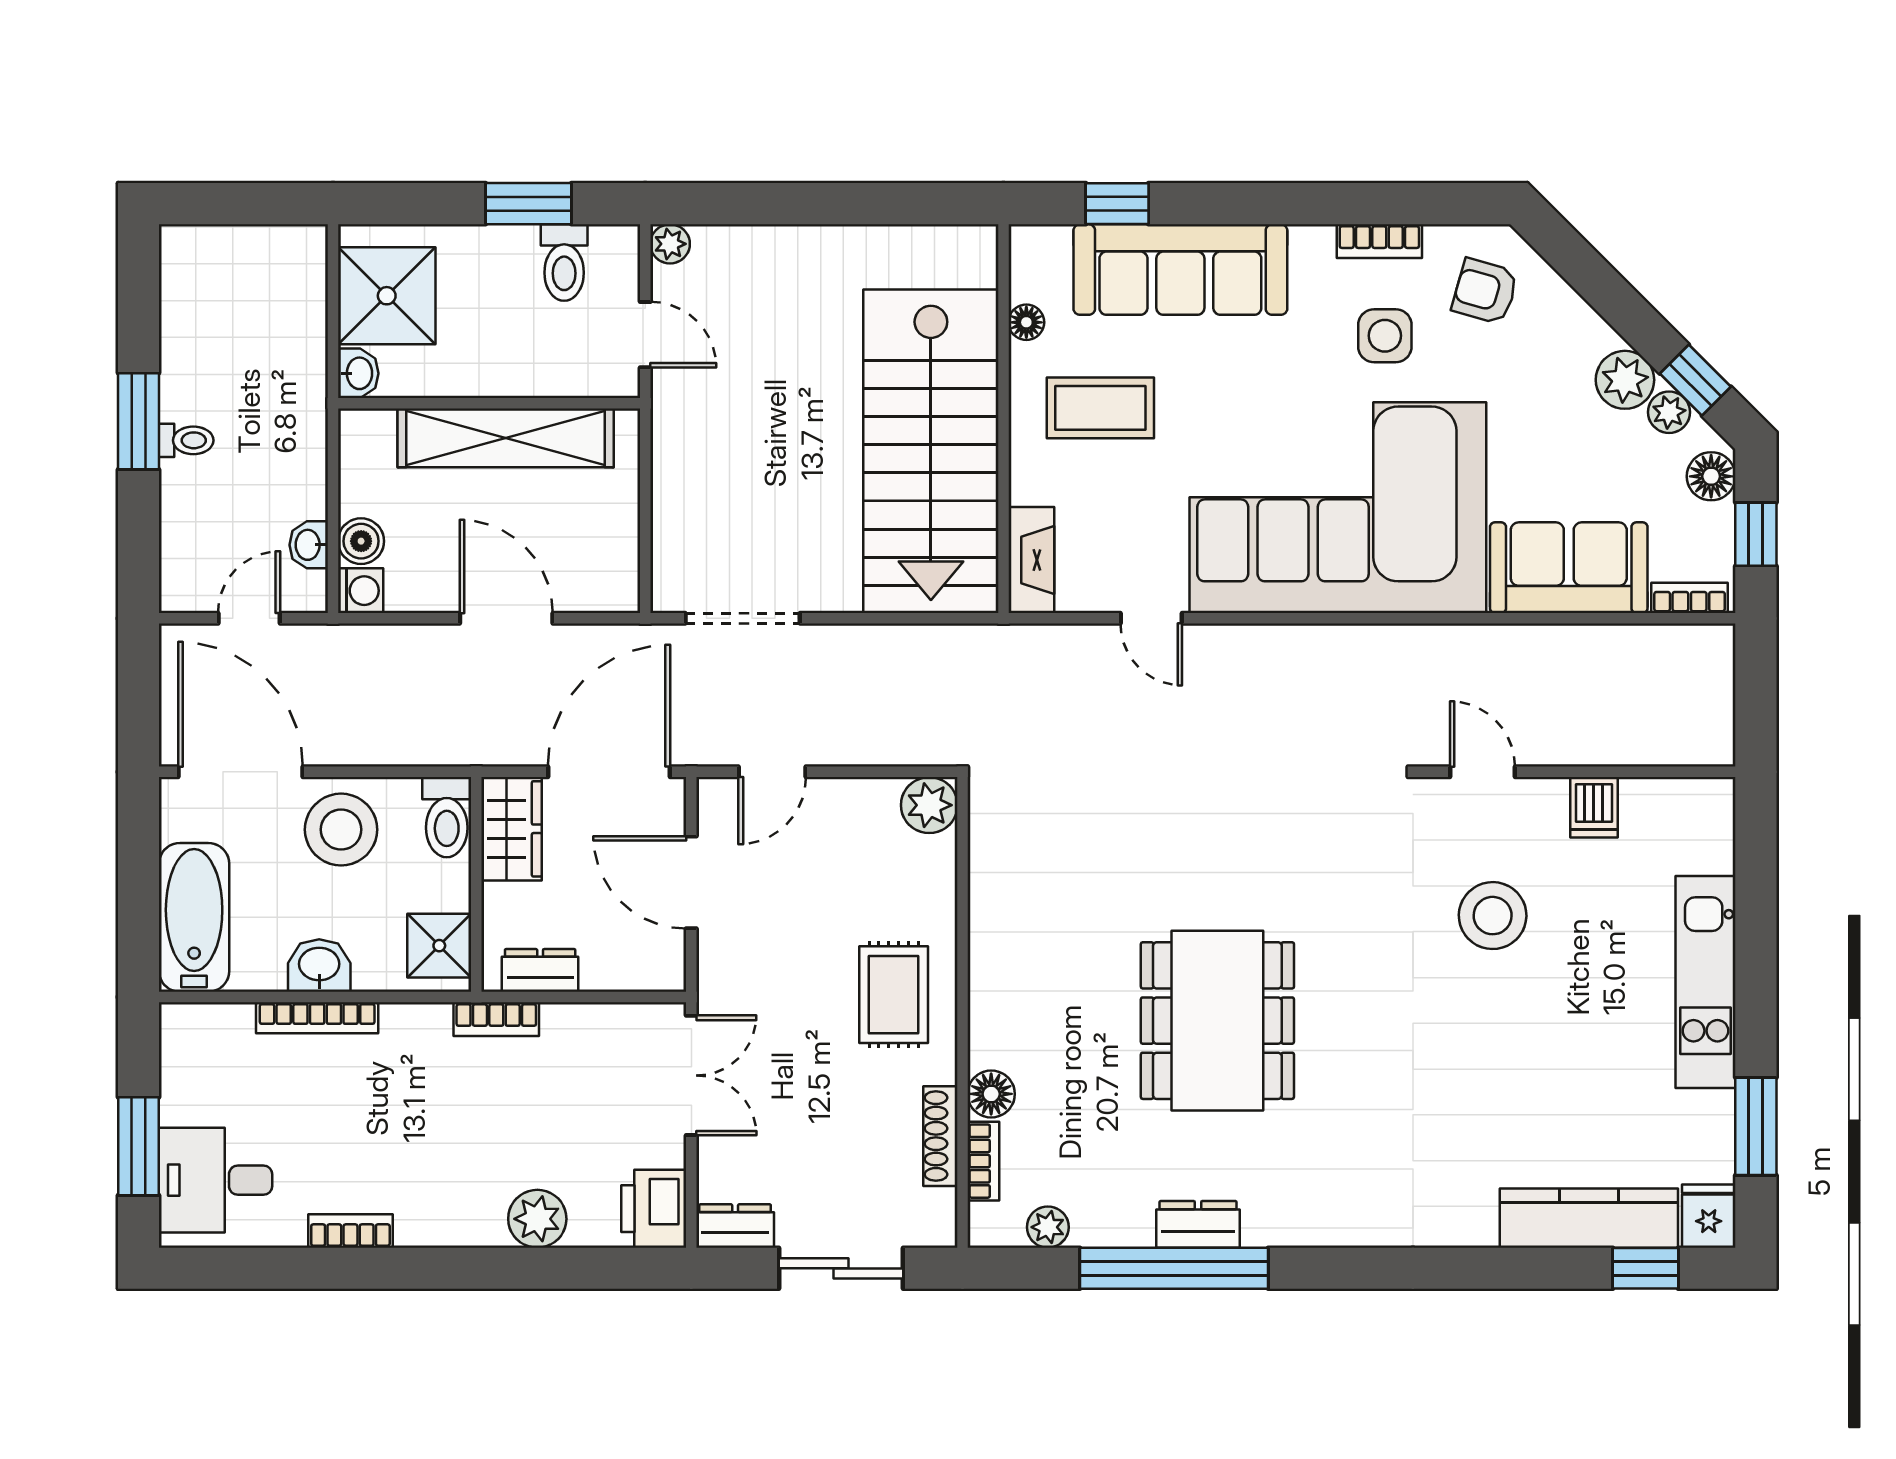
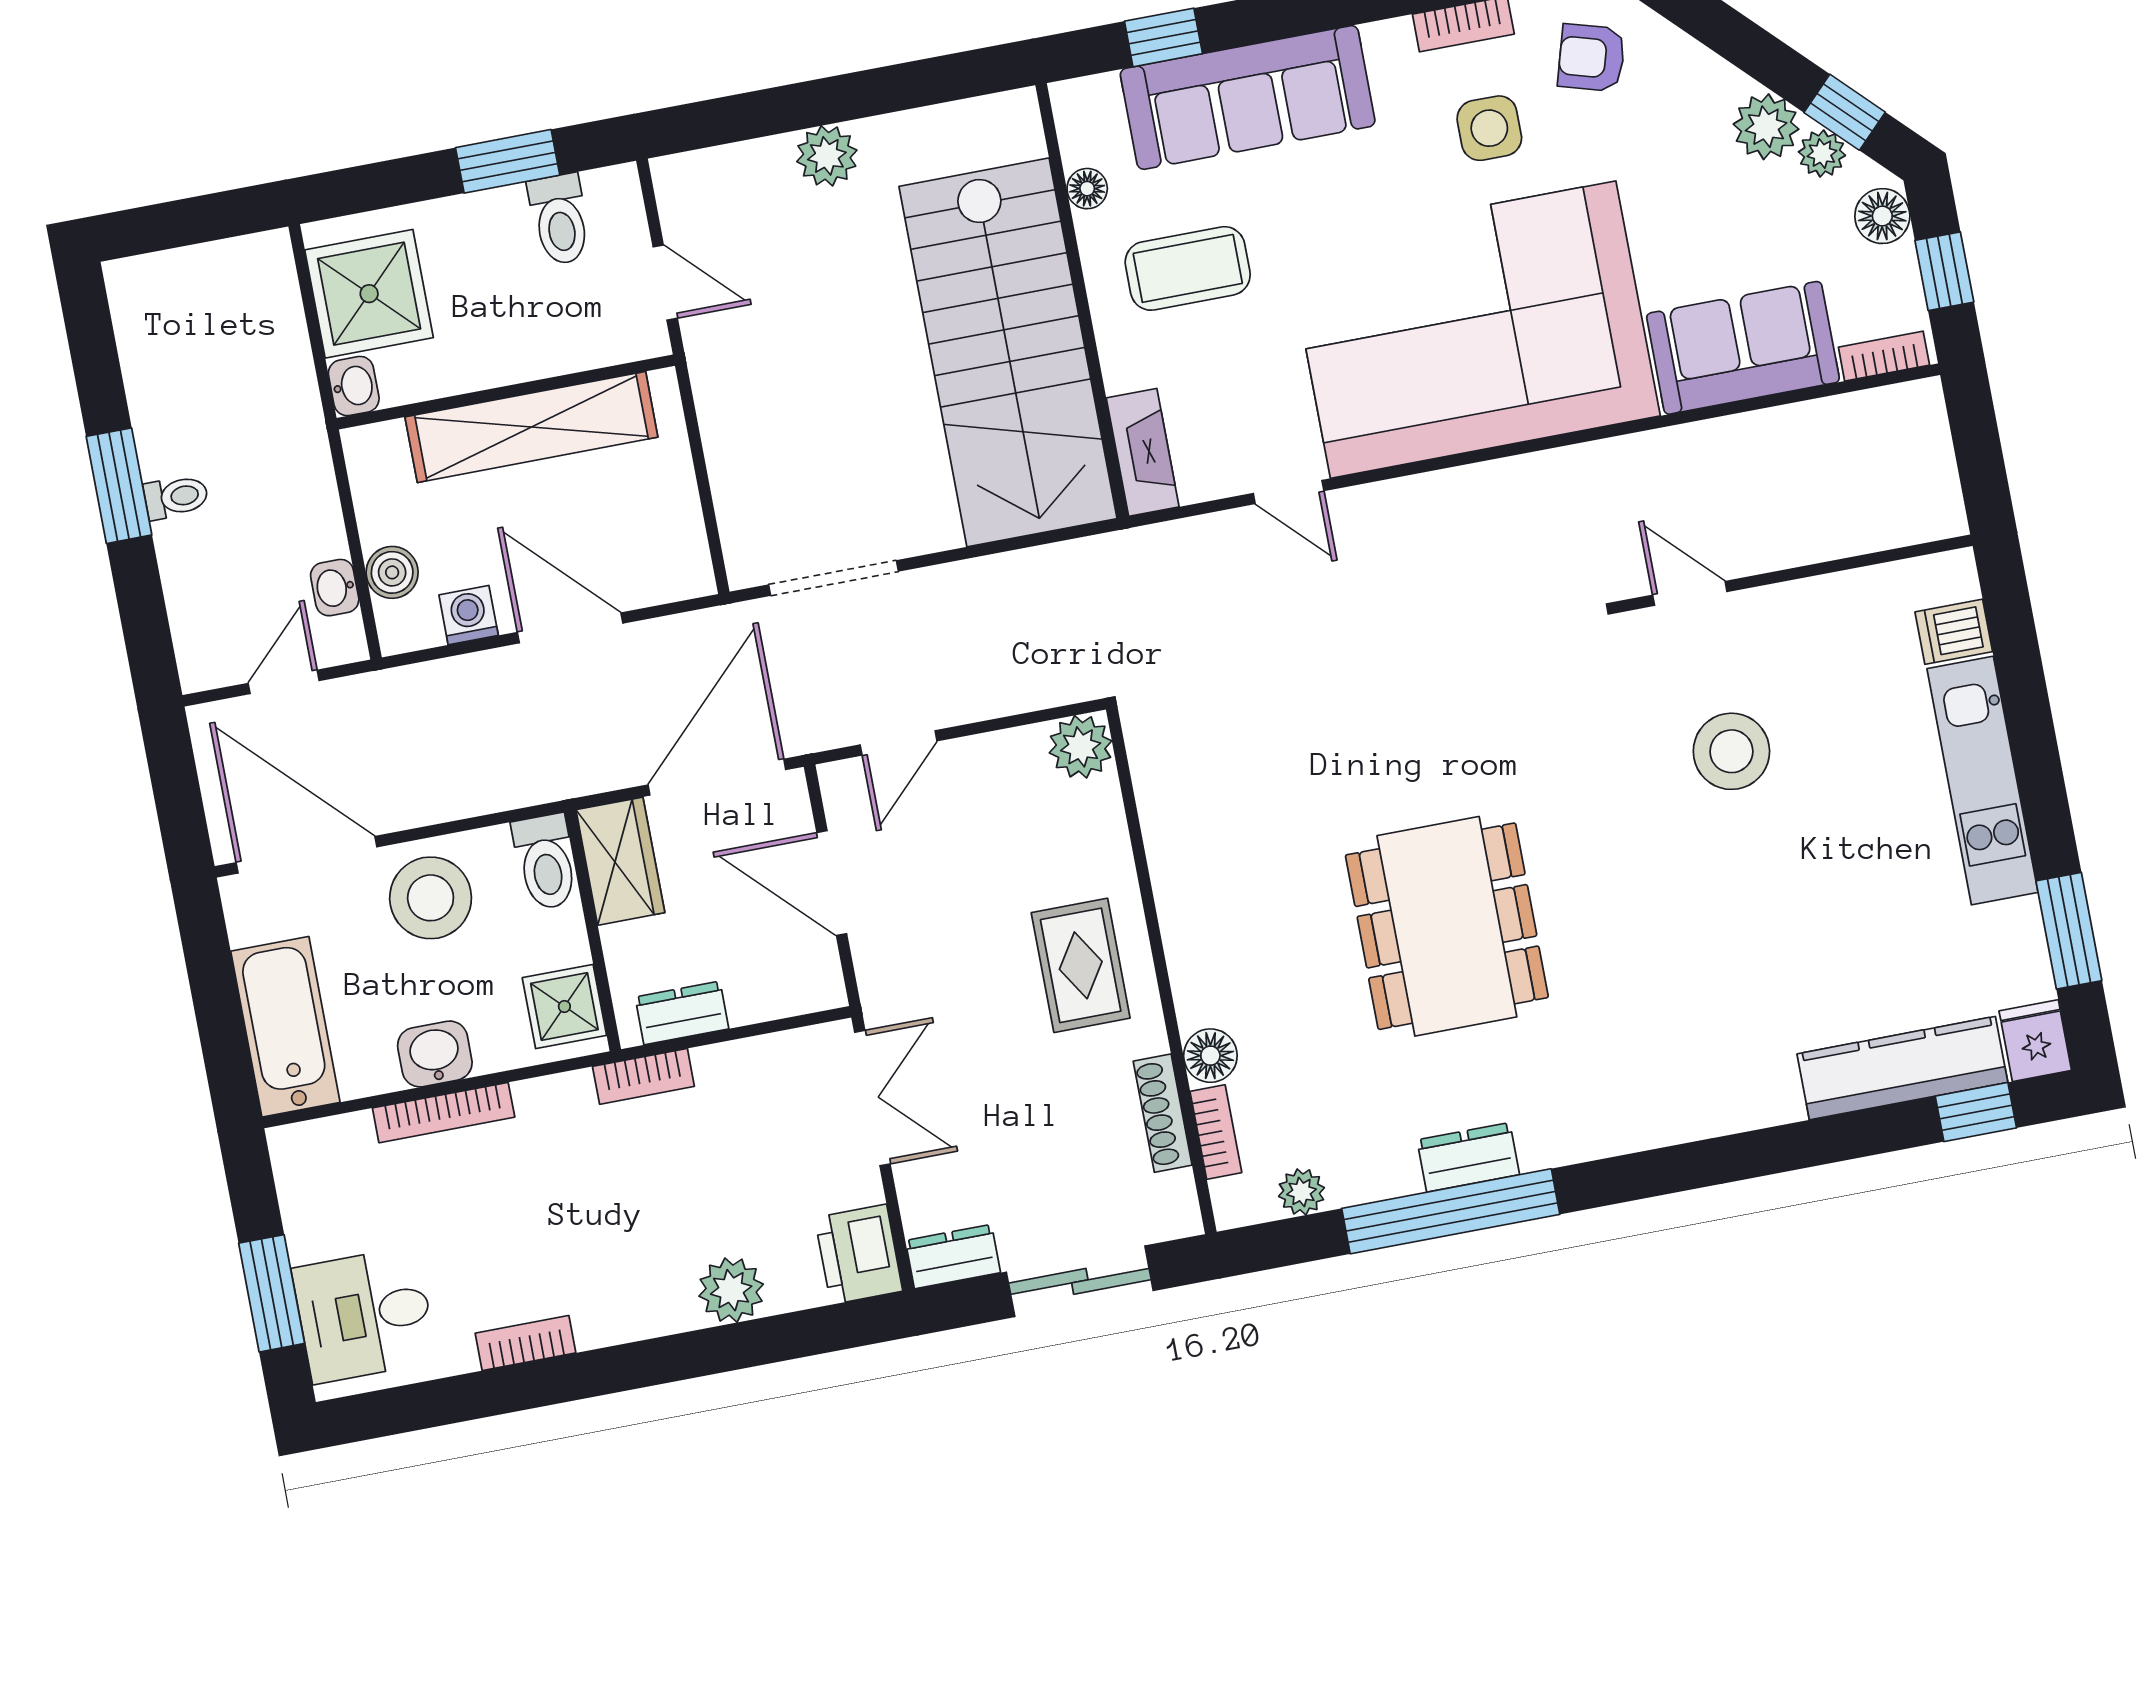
plant: (670, 244) -> (827, 156), moved, width x1.38, depth x1.38
washing machine: (361, 591) -> (469, 615), moved, turned -90
dishwasher: (1594, 807) -> (1954, 632), moved, turned 90

